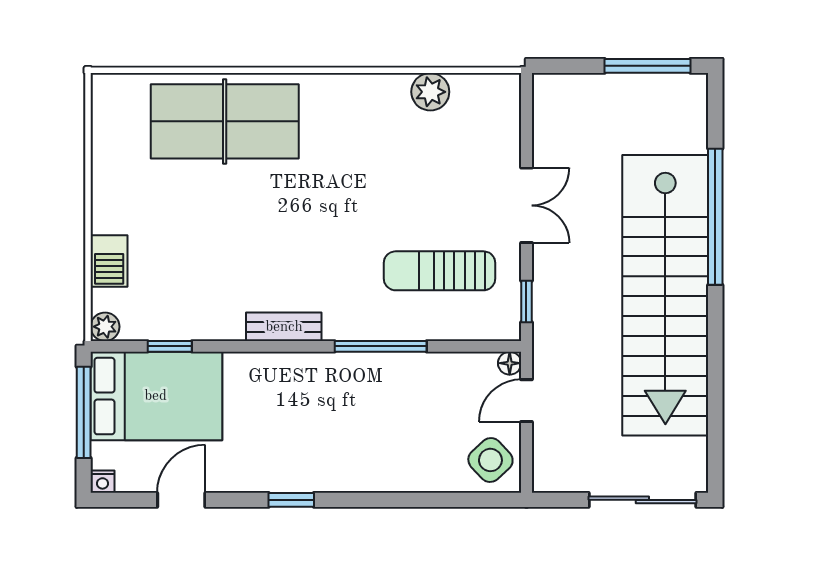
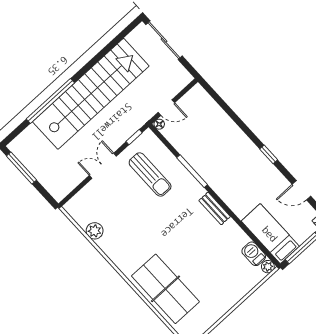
barbecue: (109, 261) -> (254, 254), moved, turned -90
window: (170, 346) -> (255, 240), removed
bed: (156, 396) -> (270, 234), width x0.67
side table: (490, 460) -> (196, 102), removed

